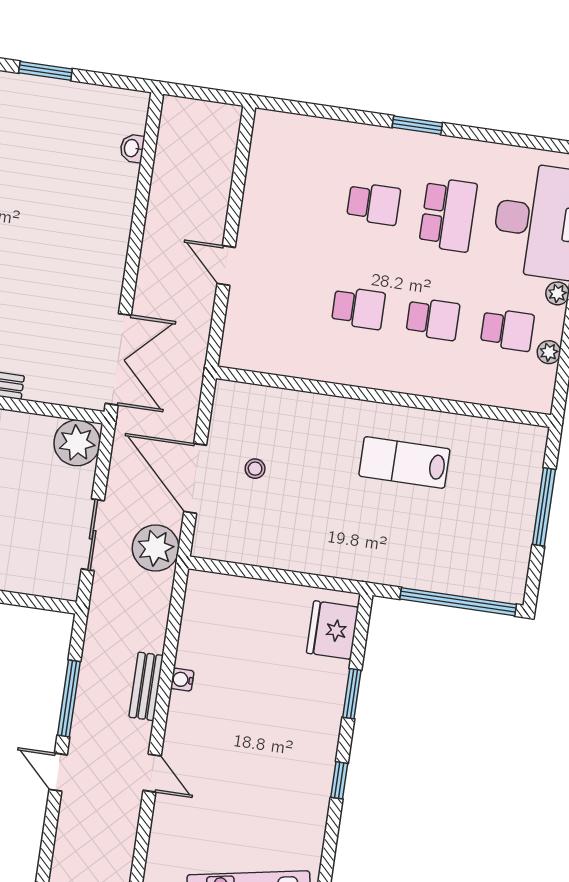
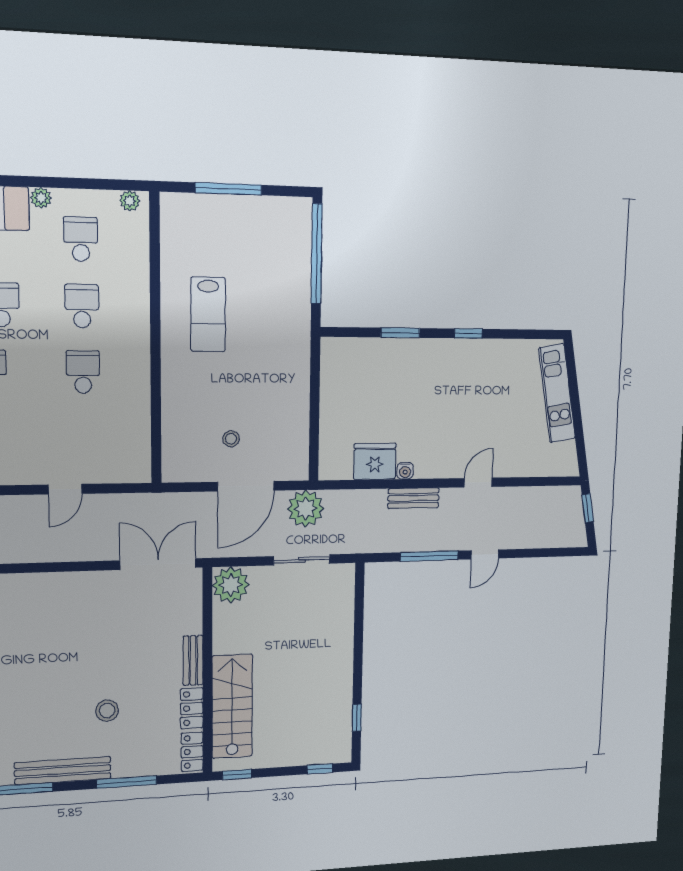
plant: (549, 352) -> (130, 201), moved
fridge: (333, 630) -> (375, 461), moved, turned 180

